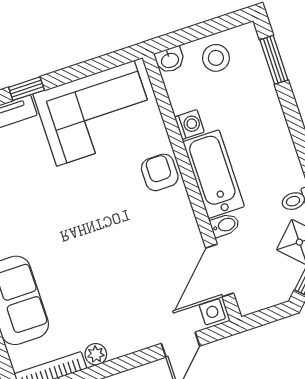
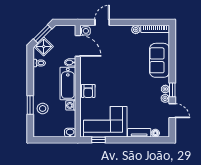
stool: (216, 58) -> (43, 108), moved
window: (274, 60) -> (30, 105), moved
window: (26, 89) -> (98, 140), moved
door: (220, 270) -> (78, 46), hinge flipped

